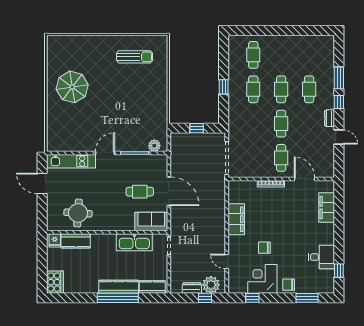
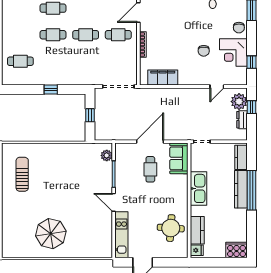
cafe table: (253, 89) -> (53, 61), removed
filing cabinet: (236, 219) -> (163, 78), moved
kitchen sink: (134, 242) -> (199, 188), moved

